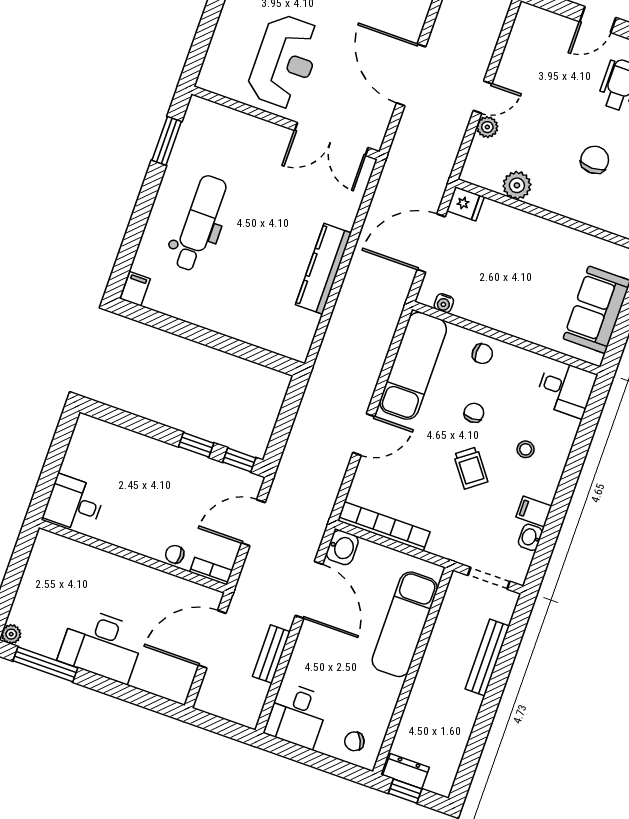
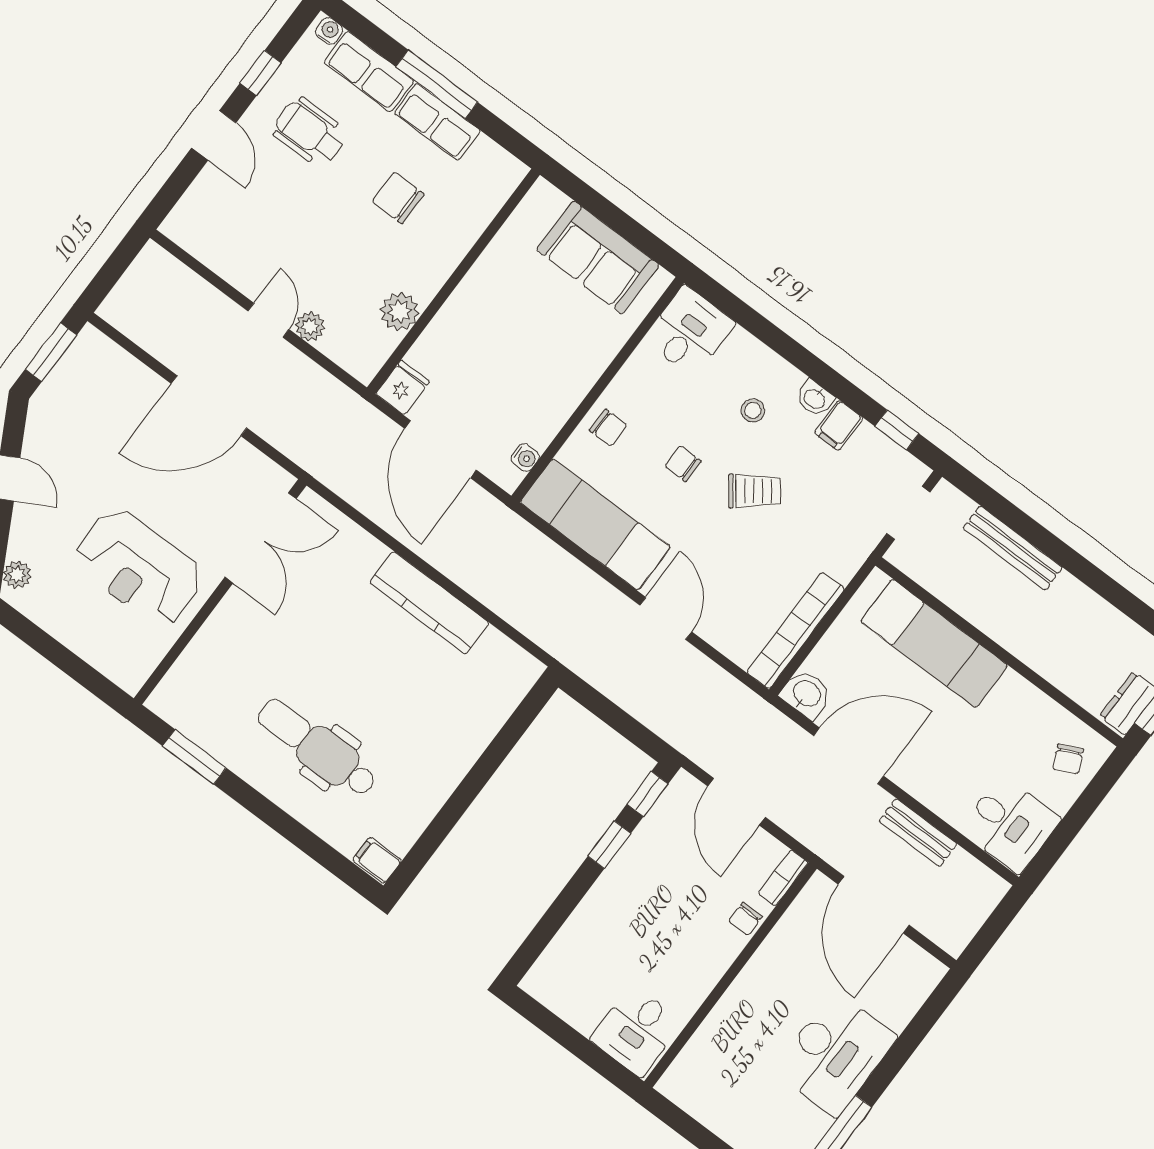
reception desk: (285, 61) -> (139, 567), turned 180
chair: (482, 354) -> (608, 428), turned 90
washbasin: (530, 537) -> (815, 398), moved
window: (543, 552) -> (897, 430), added

